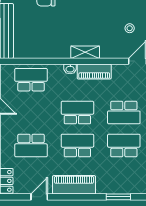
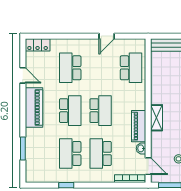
washbasin: (70, 69) -> (141, 148), moved
school desk: (124, 146) -> (70, 153), turned 180

